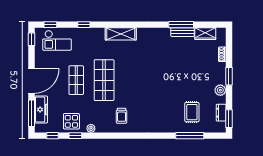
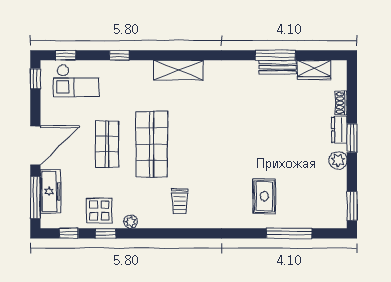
rug: (192, 112) -> (264, 196), moved
dresser: (221, 113) -> (339, 130), moved

